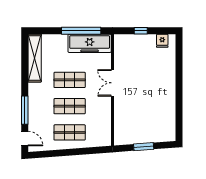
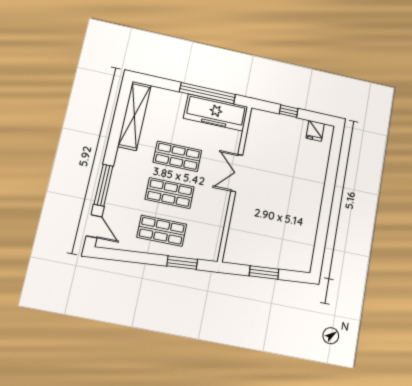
window: (88, 151) -> (182, 263), added

